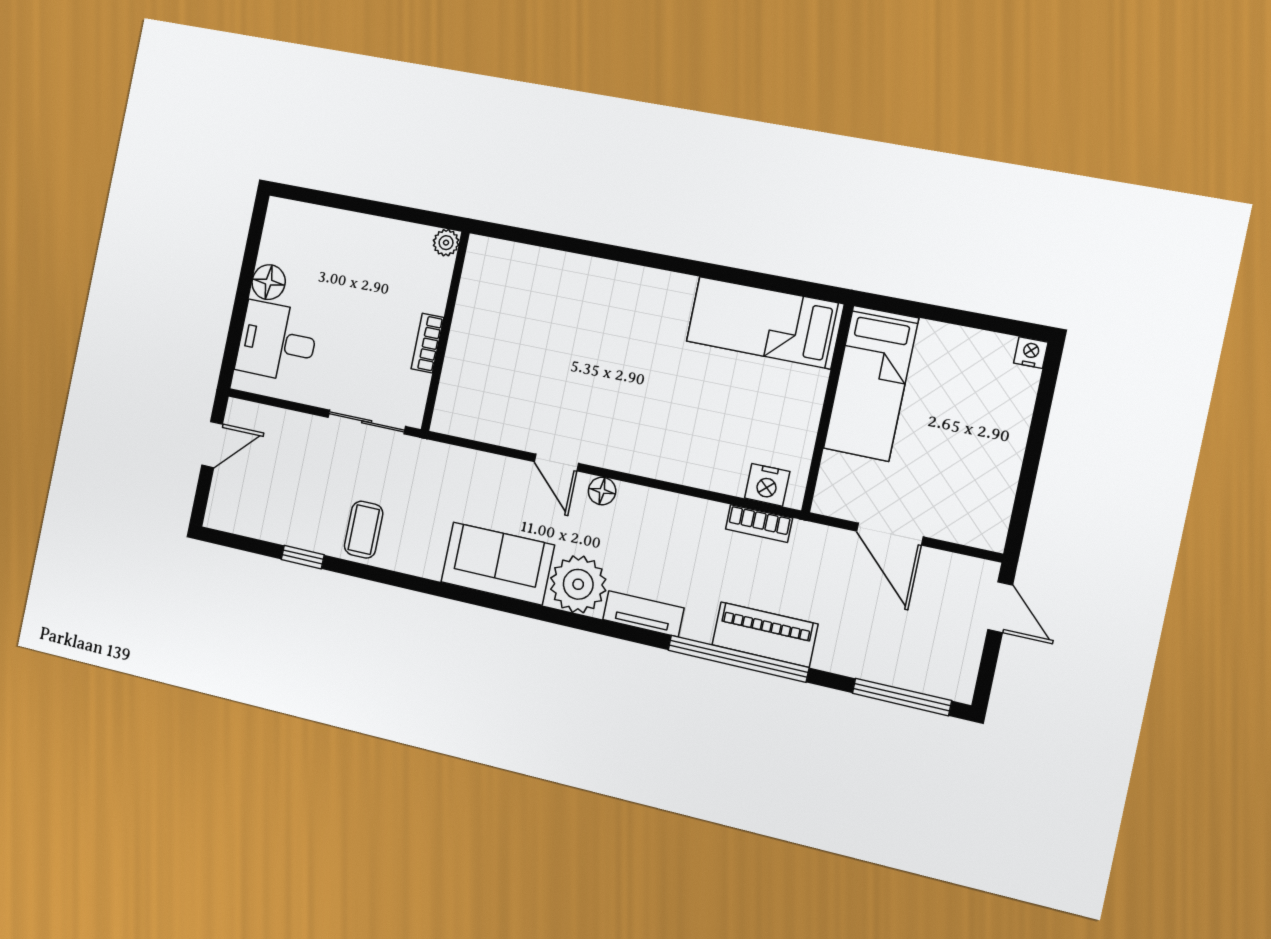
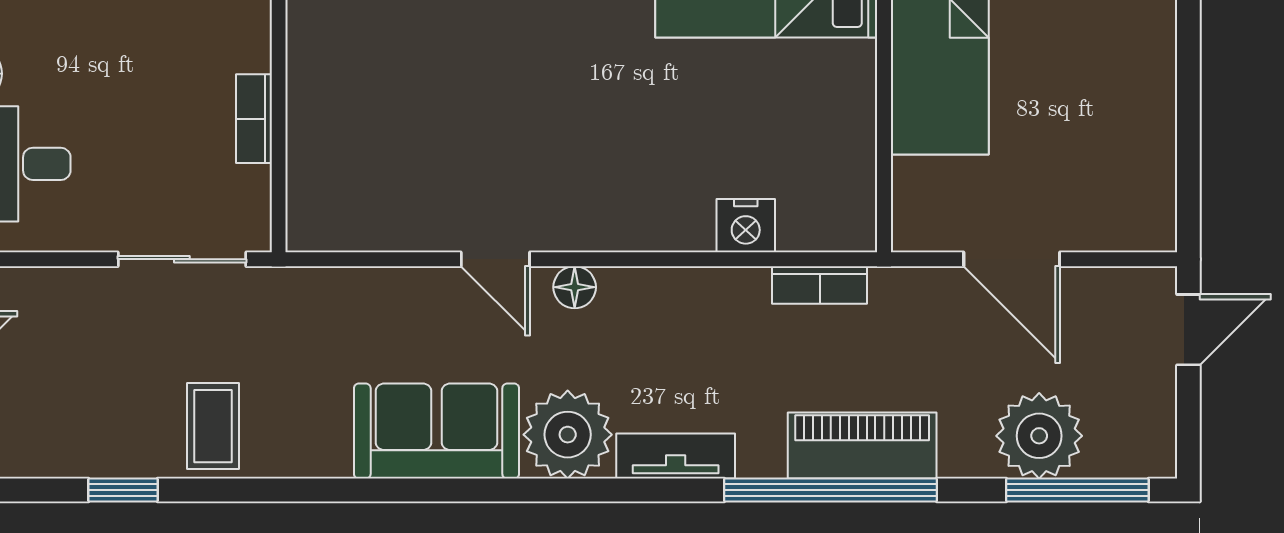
nightstand: (767, 485) -> (746, 226), moved
door: (1000, 607) -> (1188, 330), hinge flipped
plant: (884, 655) -> (1039, 436), added

